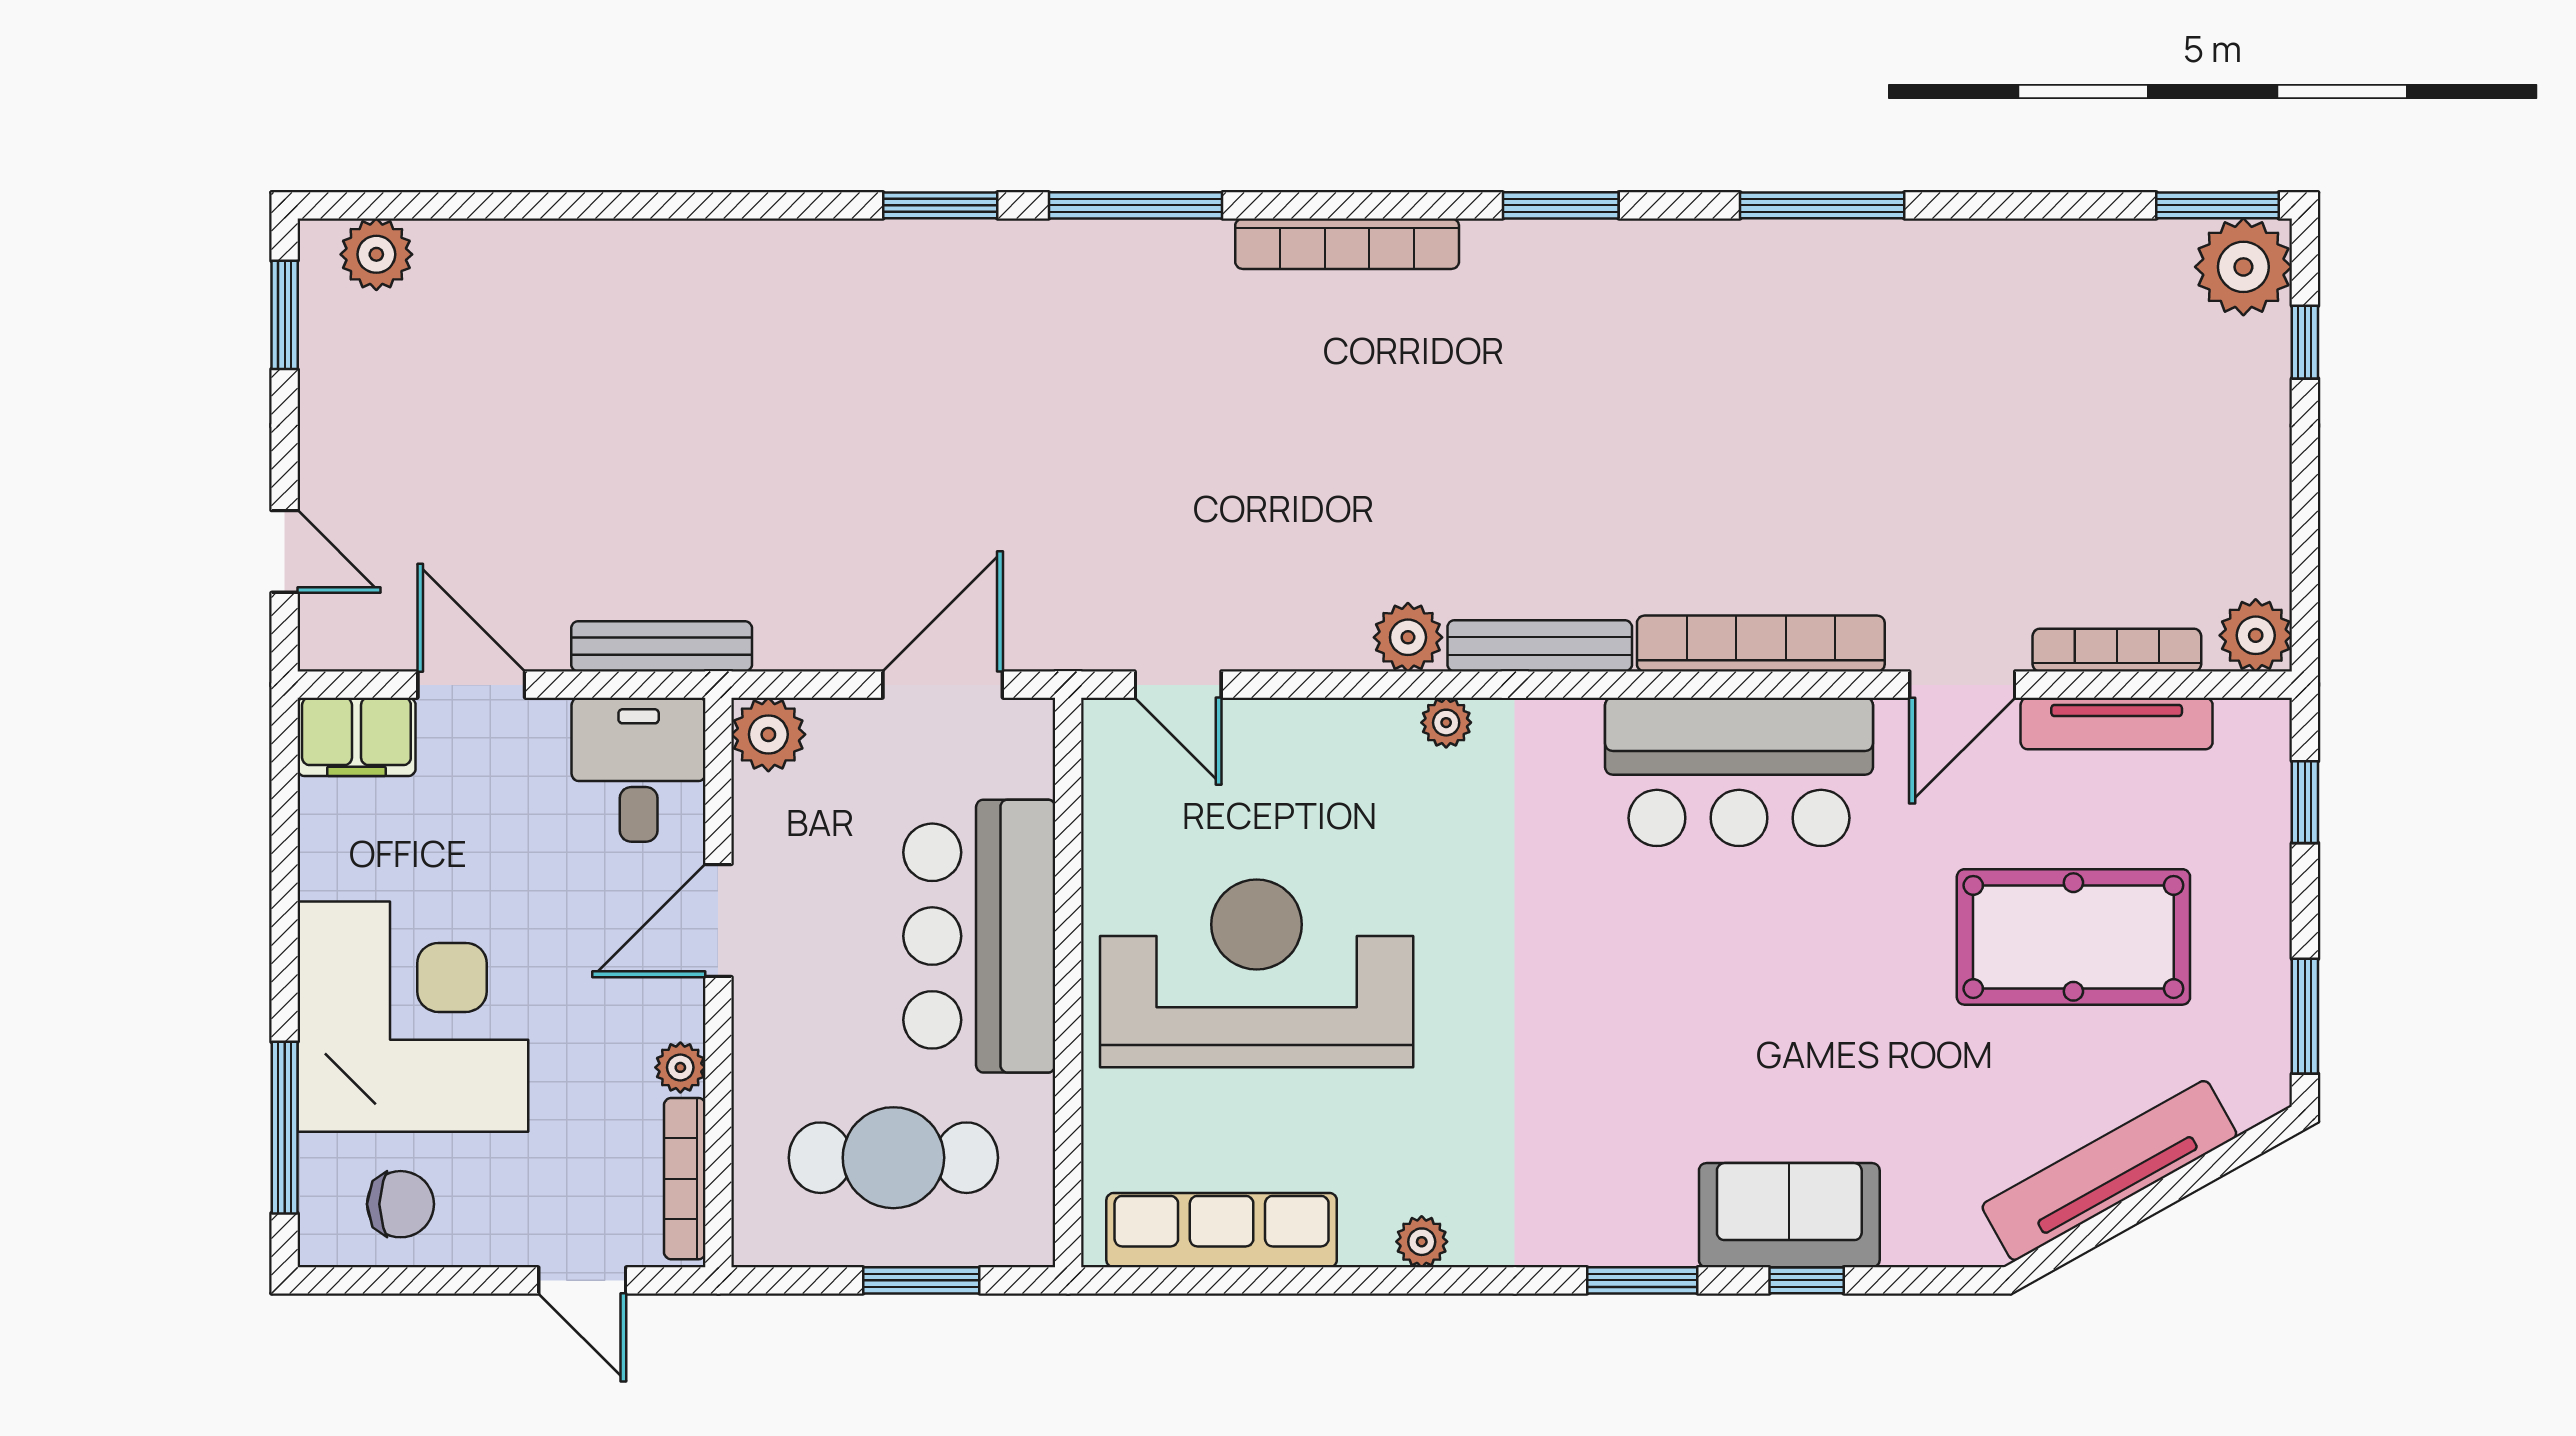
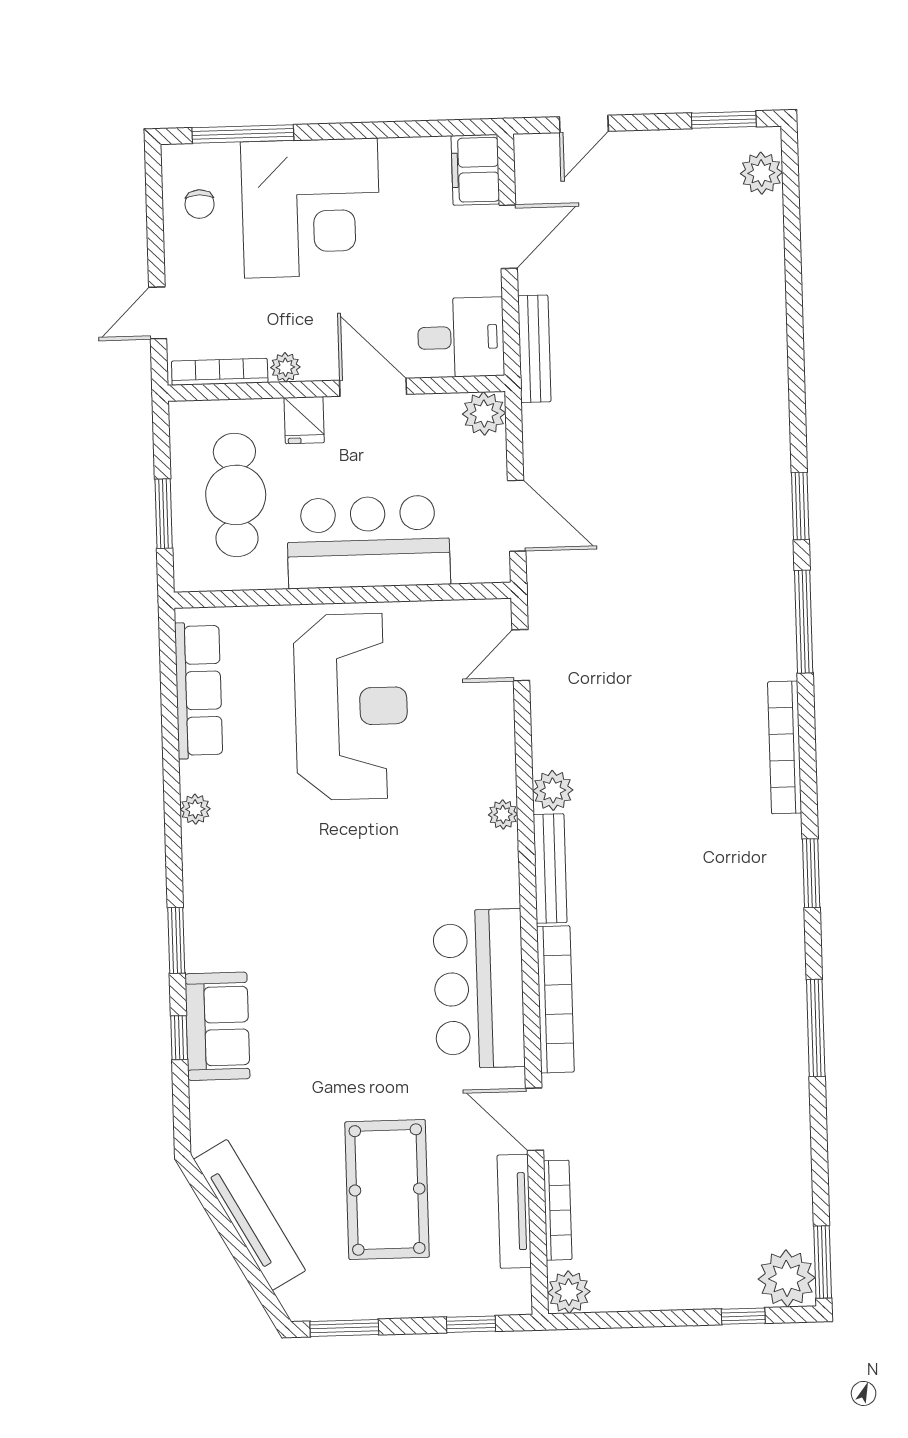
fridge: (771, 1038) -> (304, 420), added
chair: (401, 1204) -> (200, 204), width x0.73, depth x0.73

